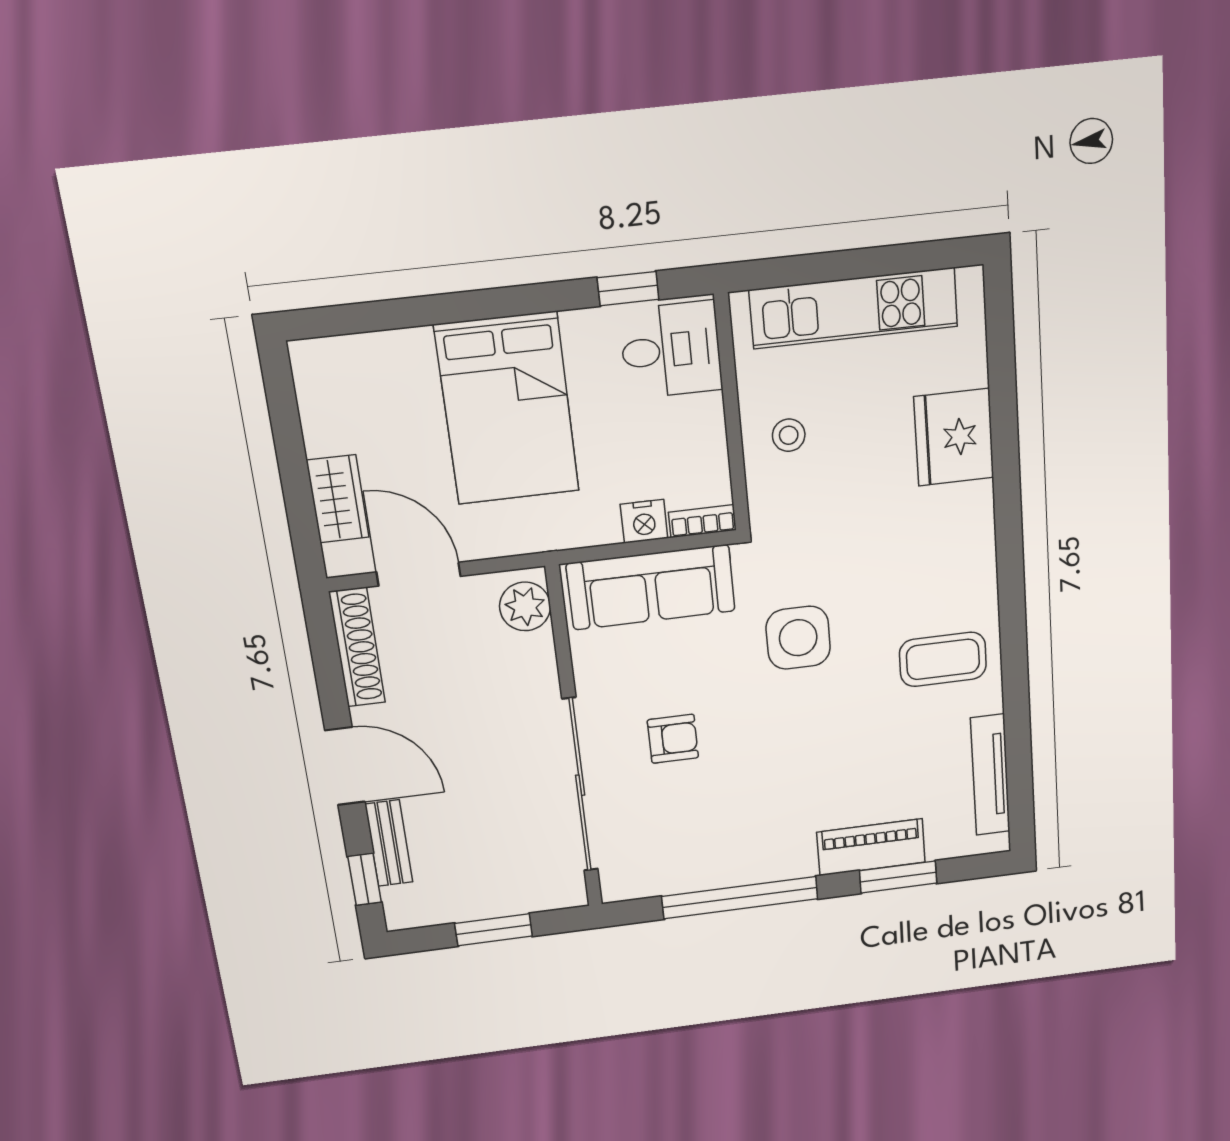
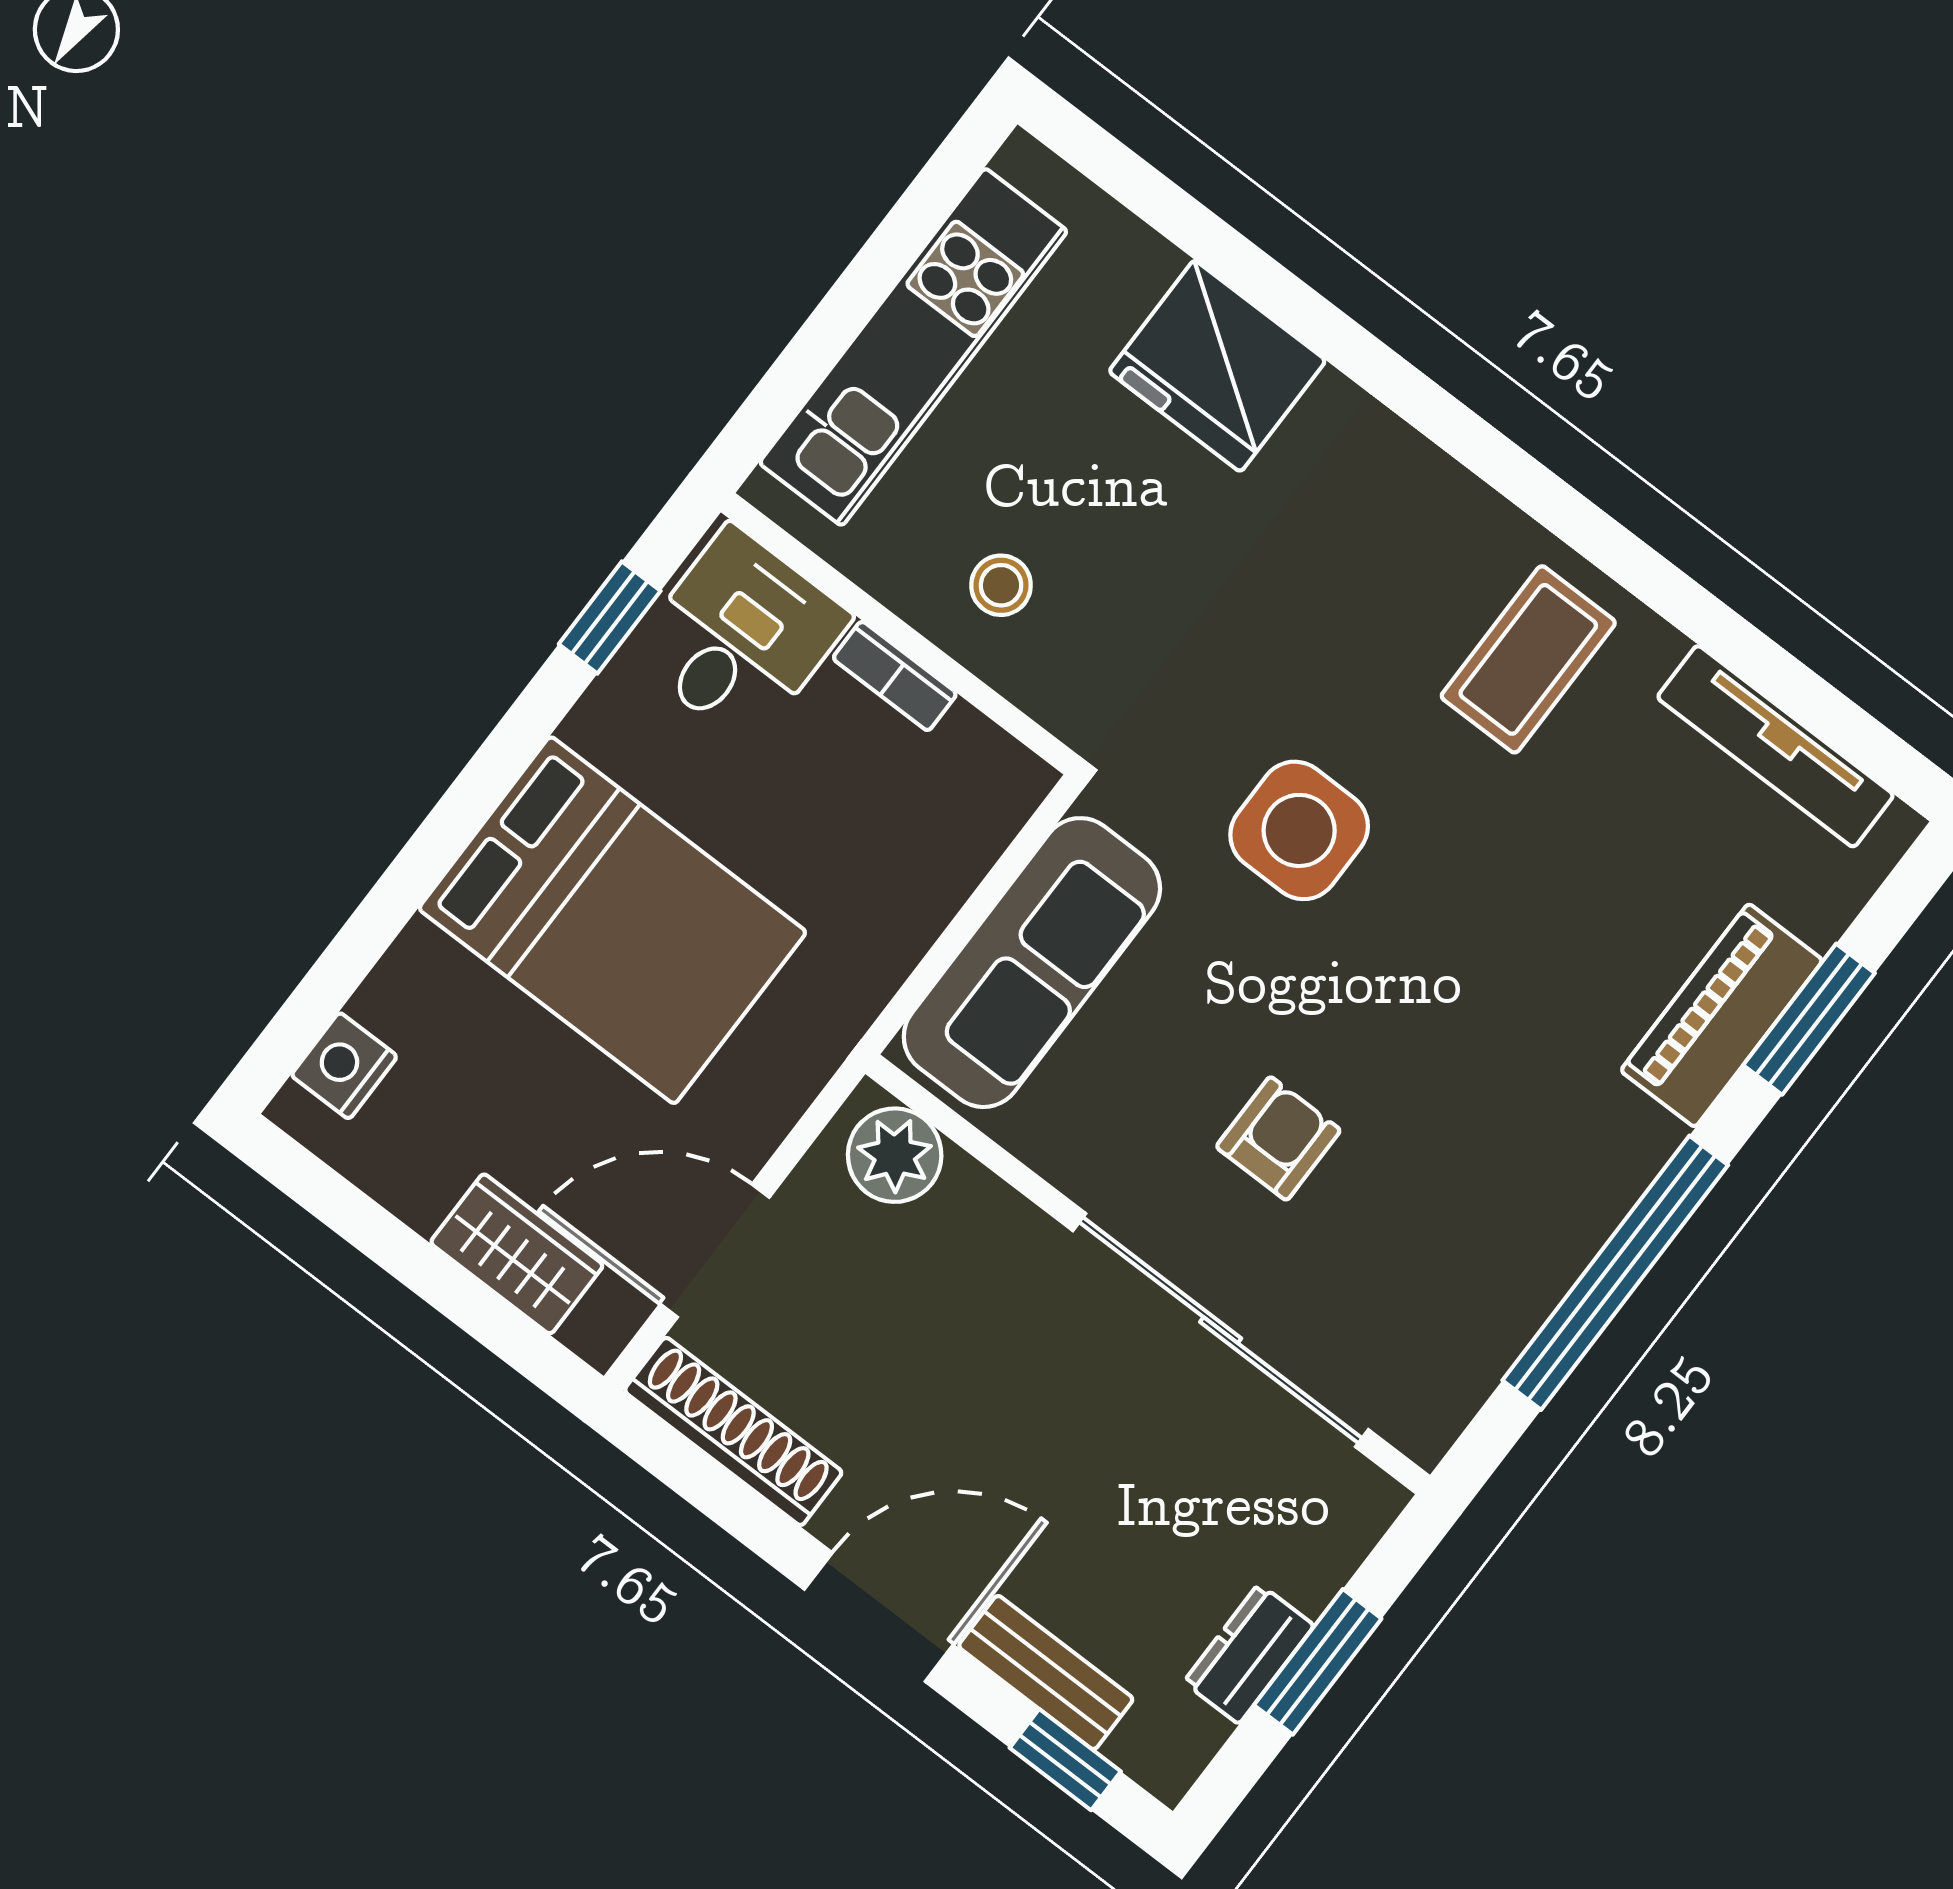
nightstand: (644, 521) -> (344, 1066), moved, turned 180
bookcase: (702, 521) -> (895, 676), moved, turned -90
dresser: (471, 905) -> (1249, 1654), added

